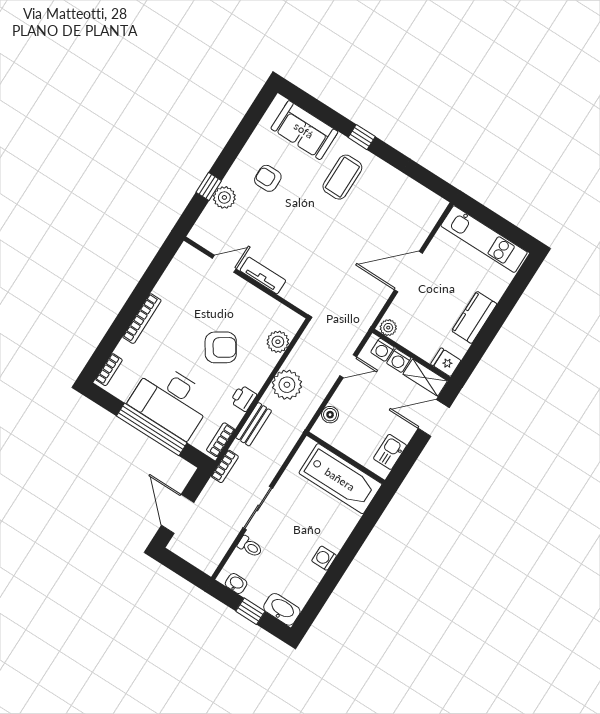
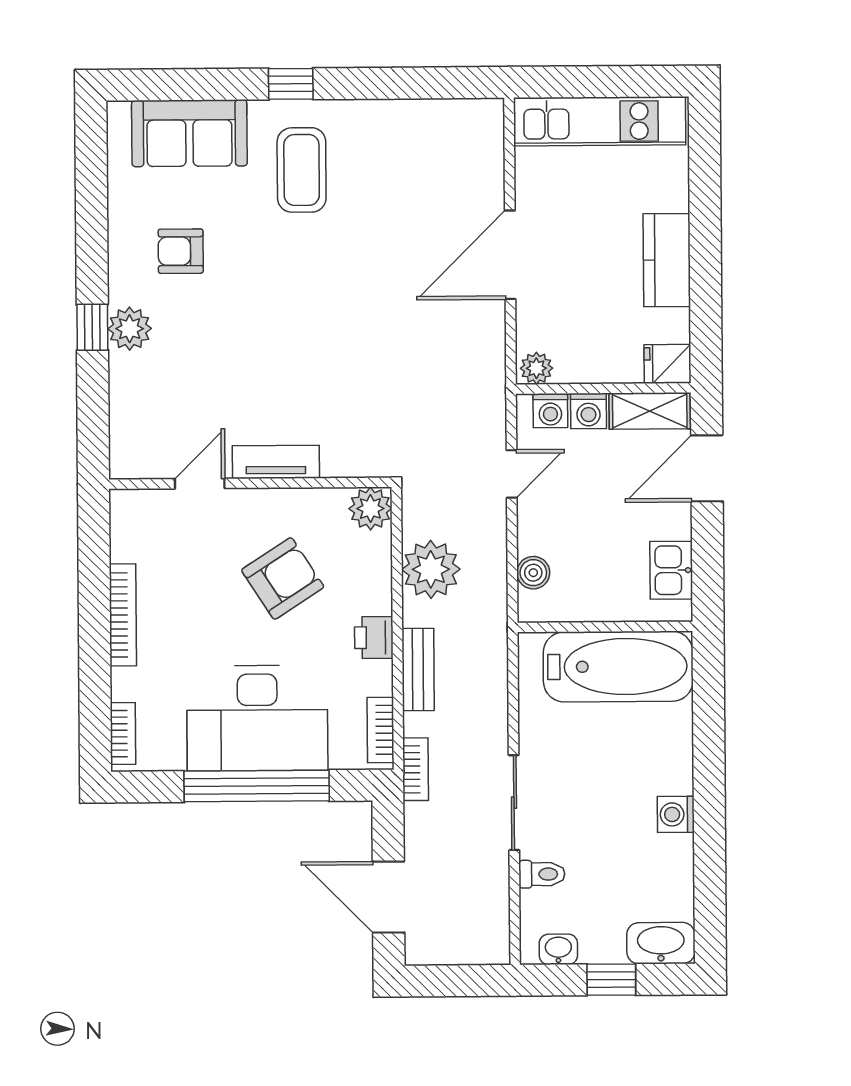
door: (224, 264) -> (200, 484), moved
tv unit: (263, 276) -> (276, 462), moved
wall: (246, 278) -> (250, 483), moved

